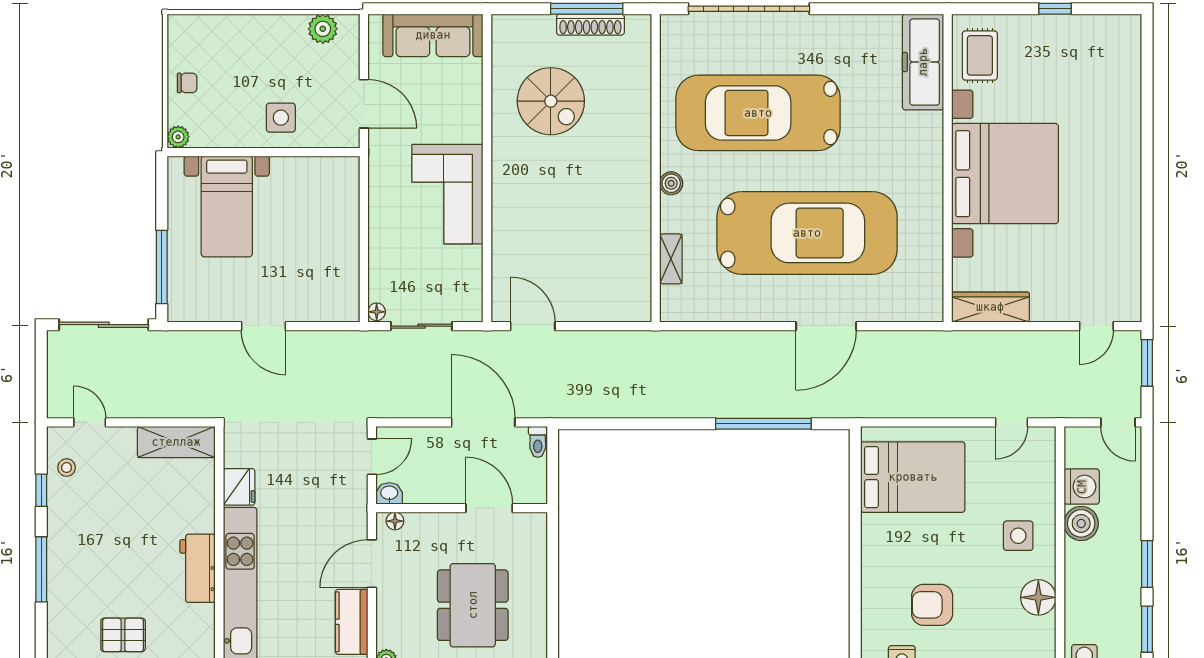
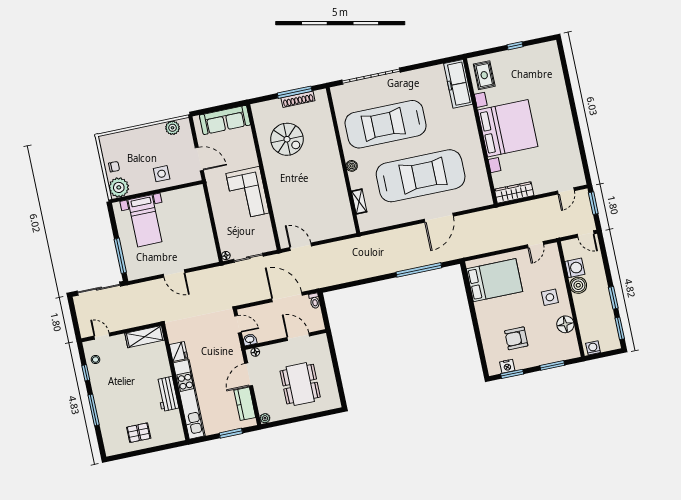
plant: (178, 137) -> (119, 187), width x1.87, depth x1.87
door: (372, 457) -> (238, 324), hinge flipped

